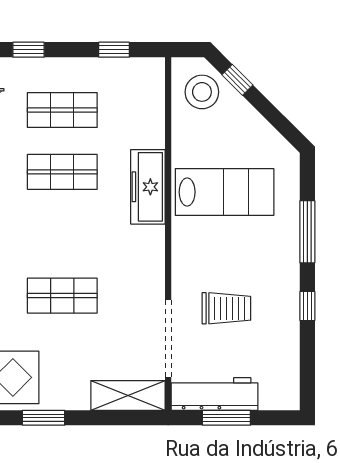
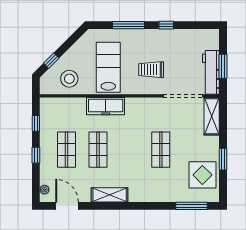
window: (29, 50) -> (36, 155), moved
stool: (202, 92) -> (69, 79), moved
trolley: (226, 308) -> (151, 70), moved, turned -90

